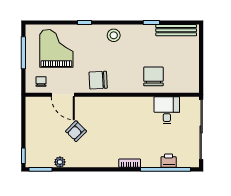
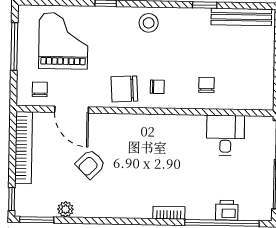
chair: (153, 76) -> (206, 85), width x0.54, depth x0.54
chair: (120, 78) -> (157, 87), added
bookcase: (31, 121) -> (24, 148), added

